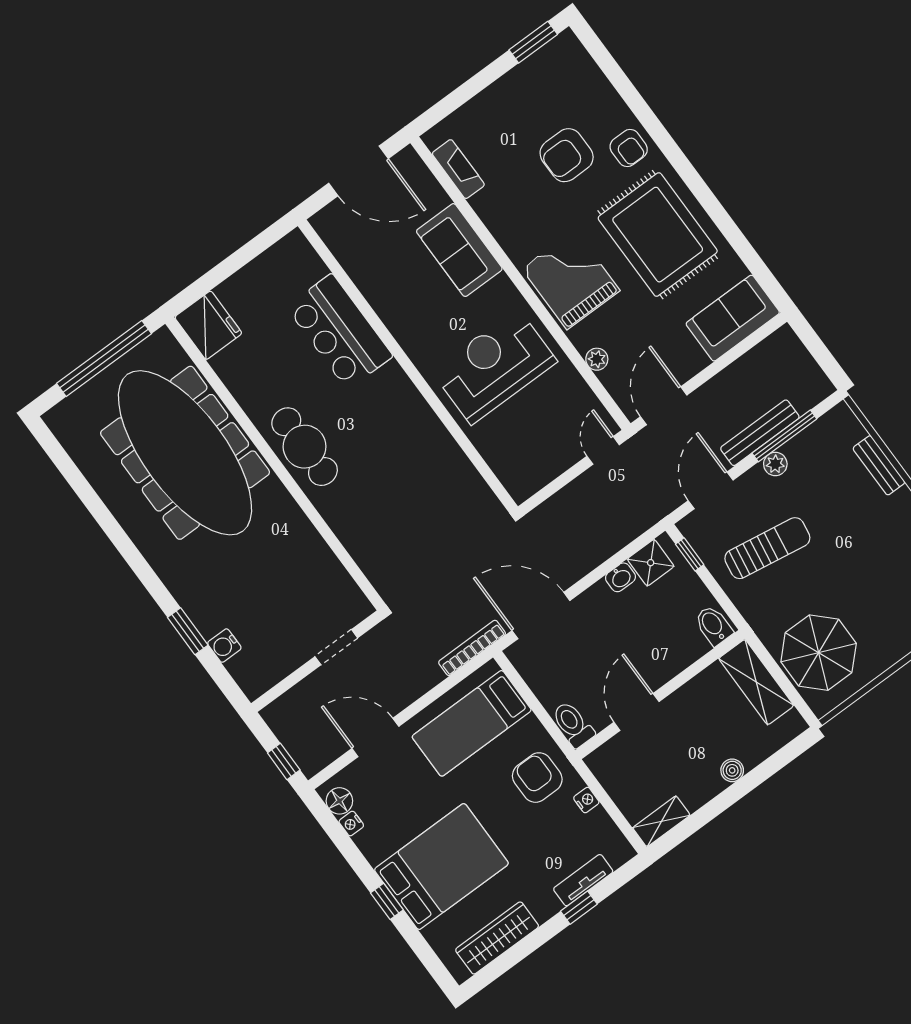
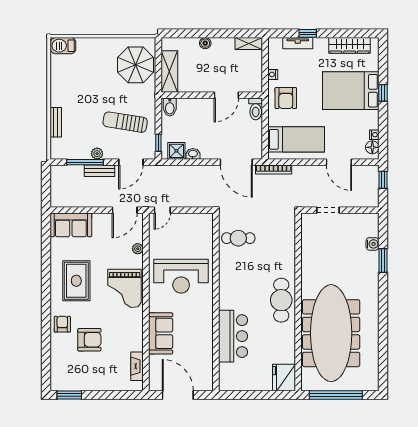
rug: (658, 235) -> (76, 281), width x0.73, depth x0.69
bench: (760, 433) -> (99, 171), width x0.73
cafe table: (447, 496) -> (238, 238), added

